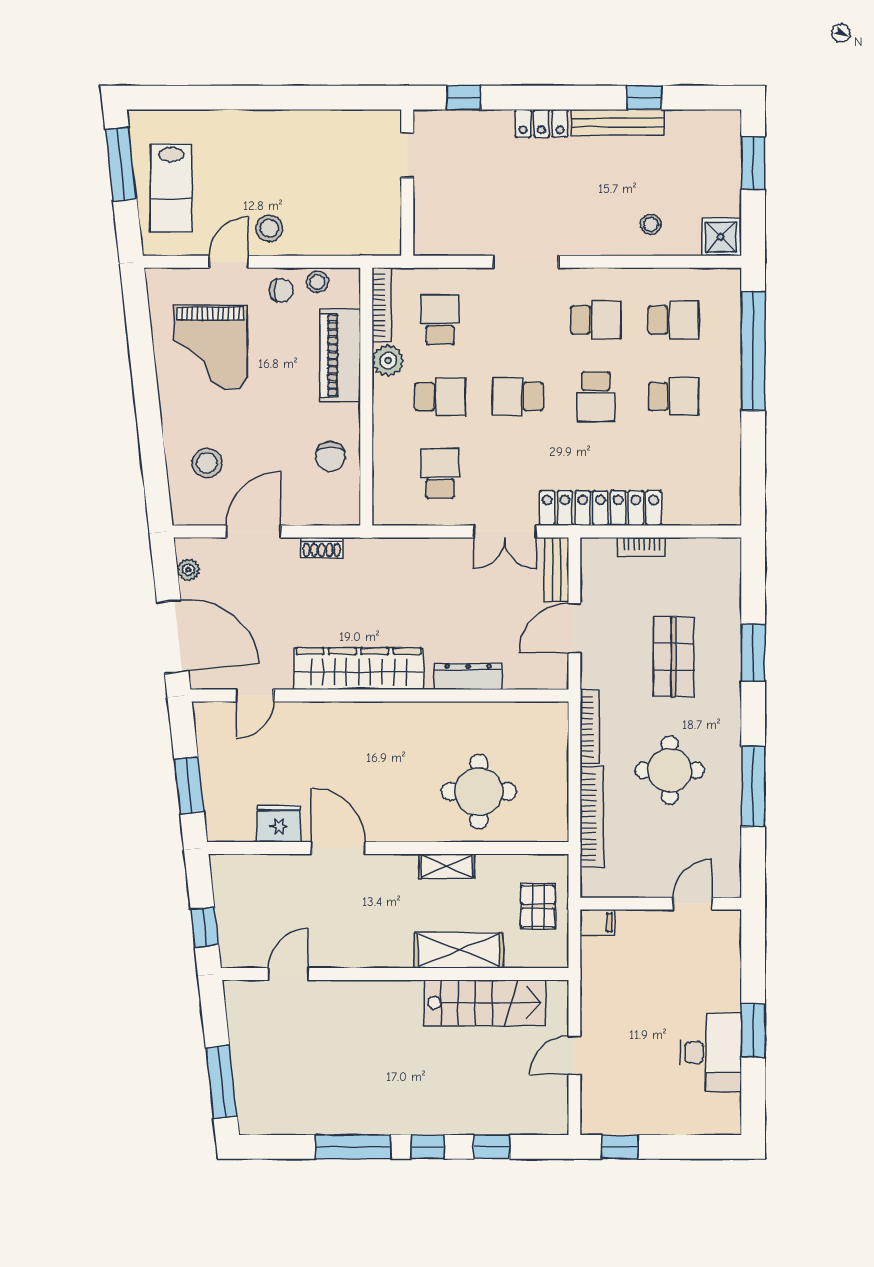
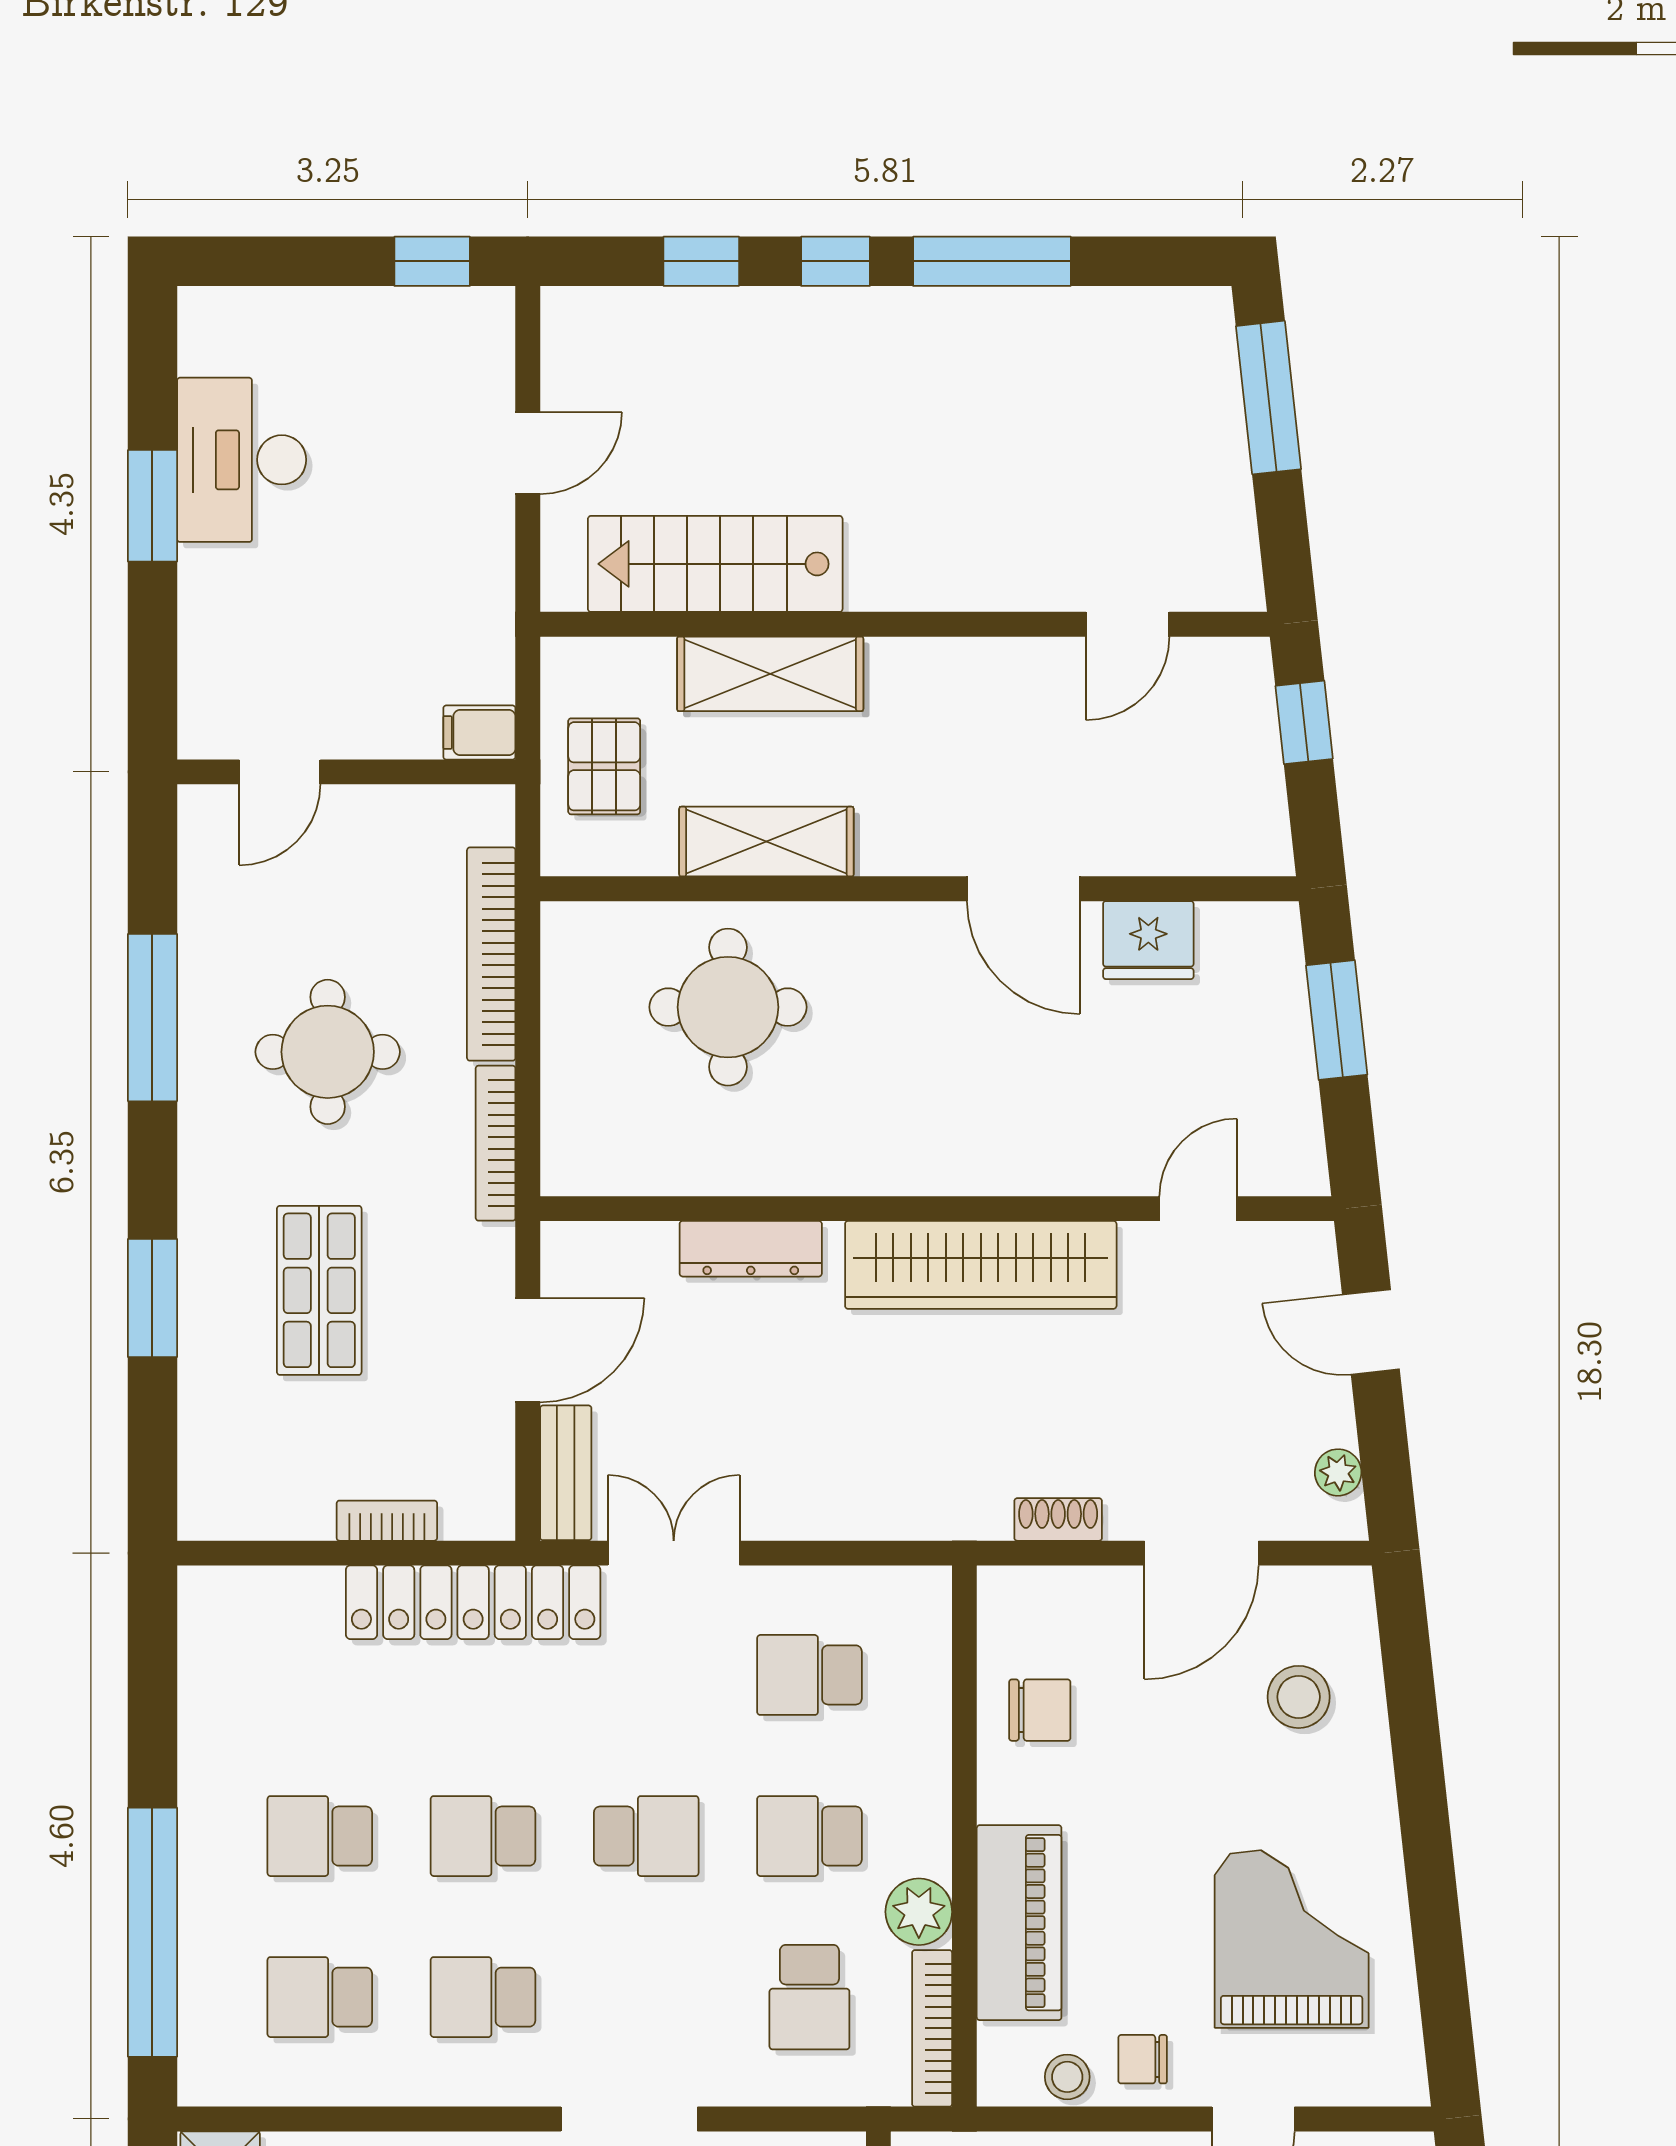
school desk: (596, 397) -> (483, 1836), turned -90
chair: (330, 457) -> (1040, 1710), turned 90
school desk: (440, 473) -> (809, 1675), turned 90
door: (173, 637) -> (1371, 1332), width x0.53
shelving: (447, 866) -> (766, 842), width x1.50, depth x1.33

